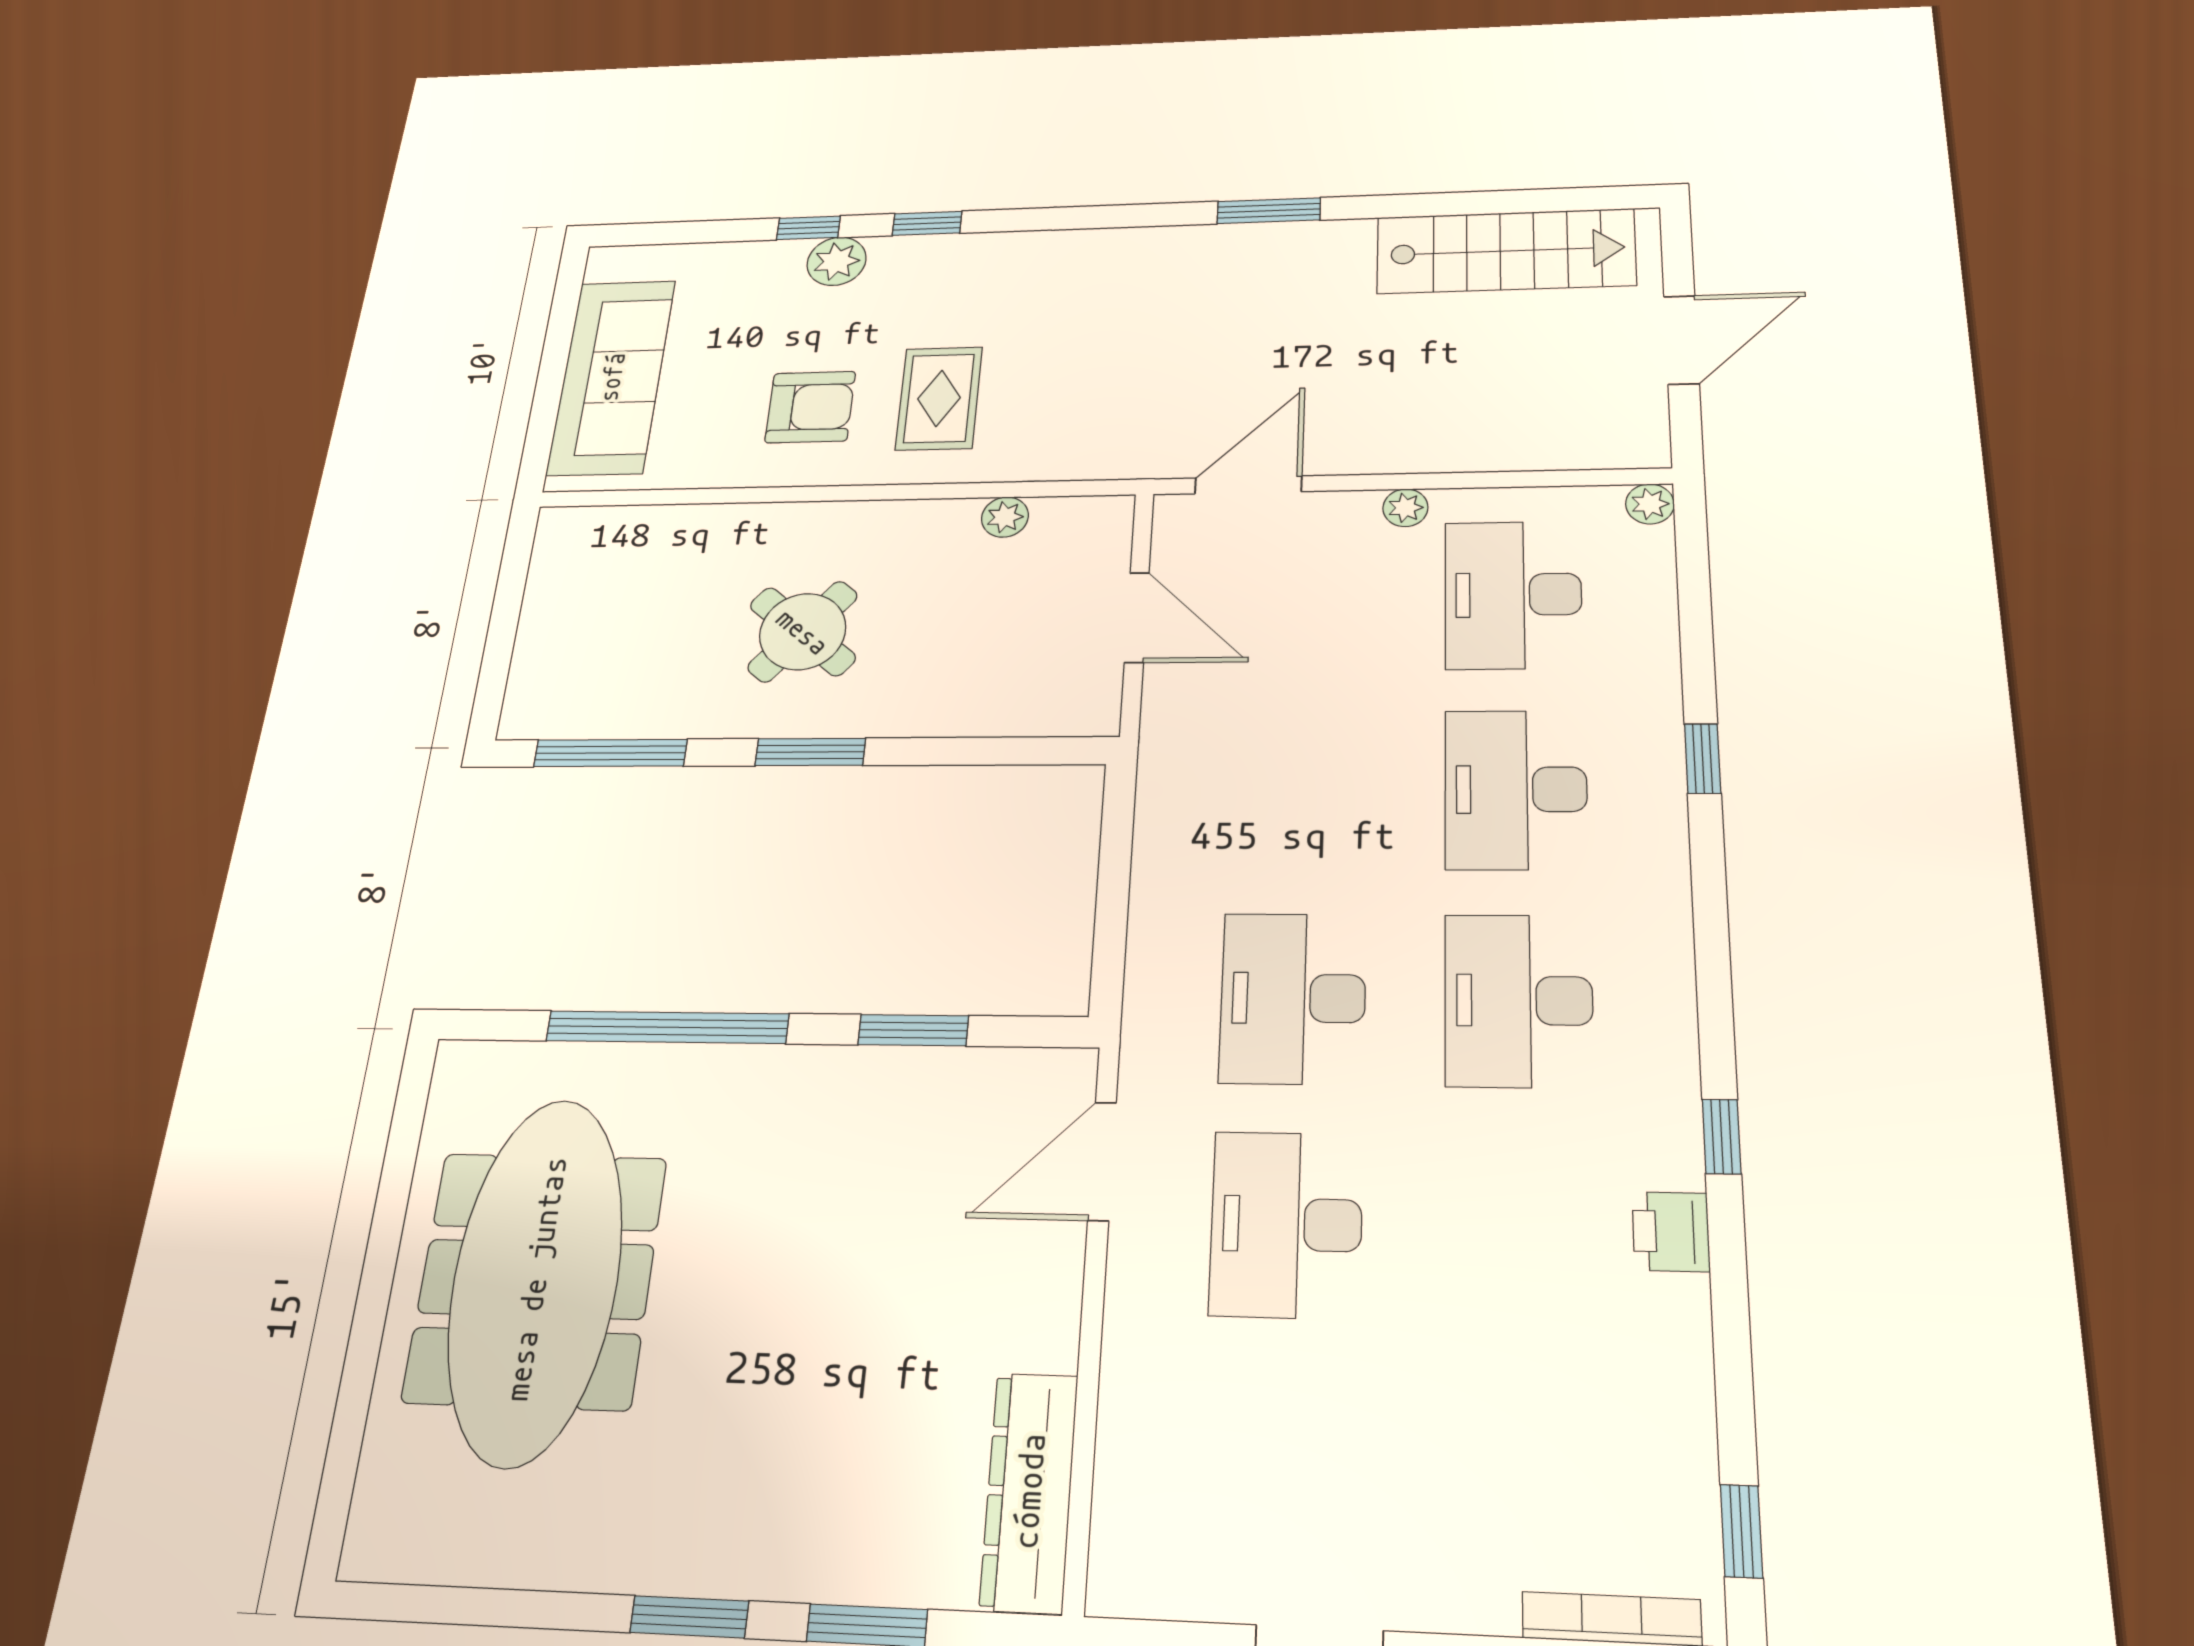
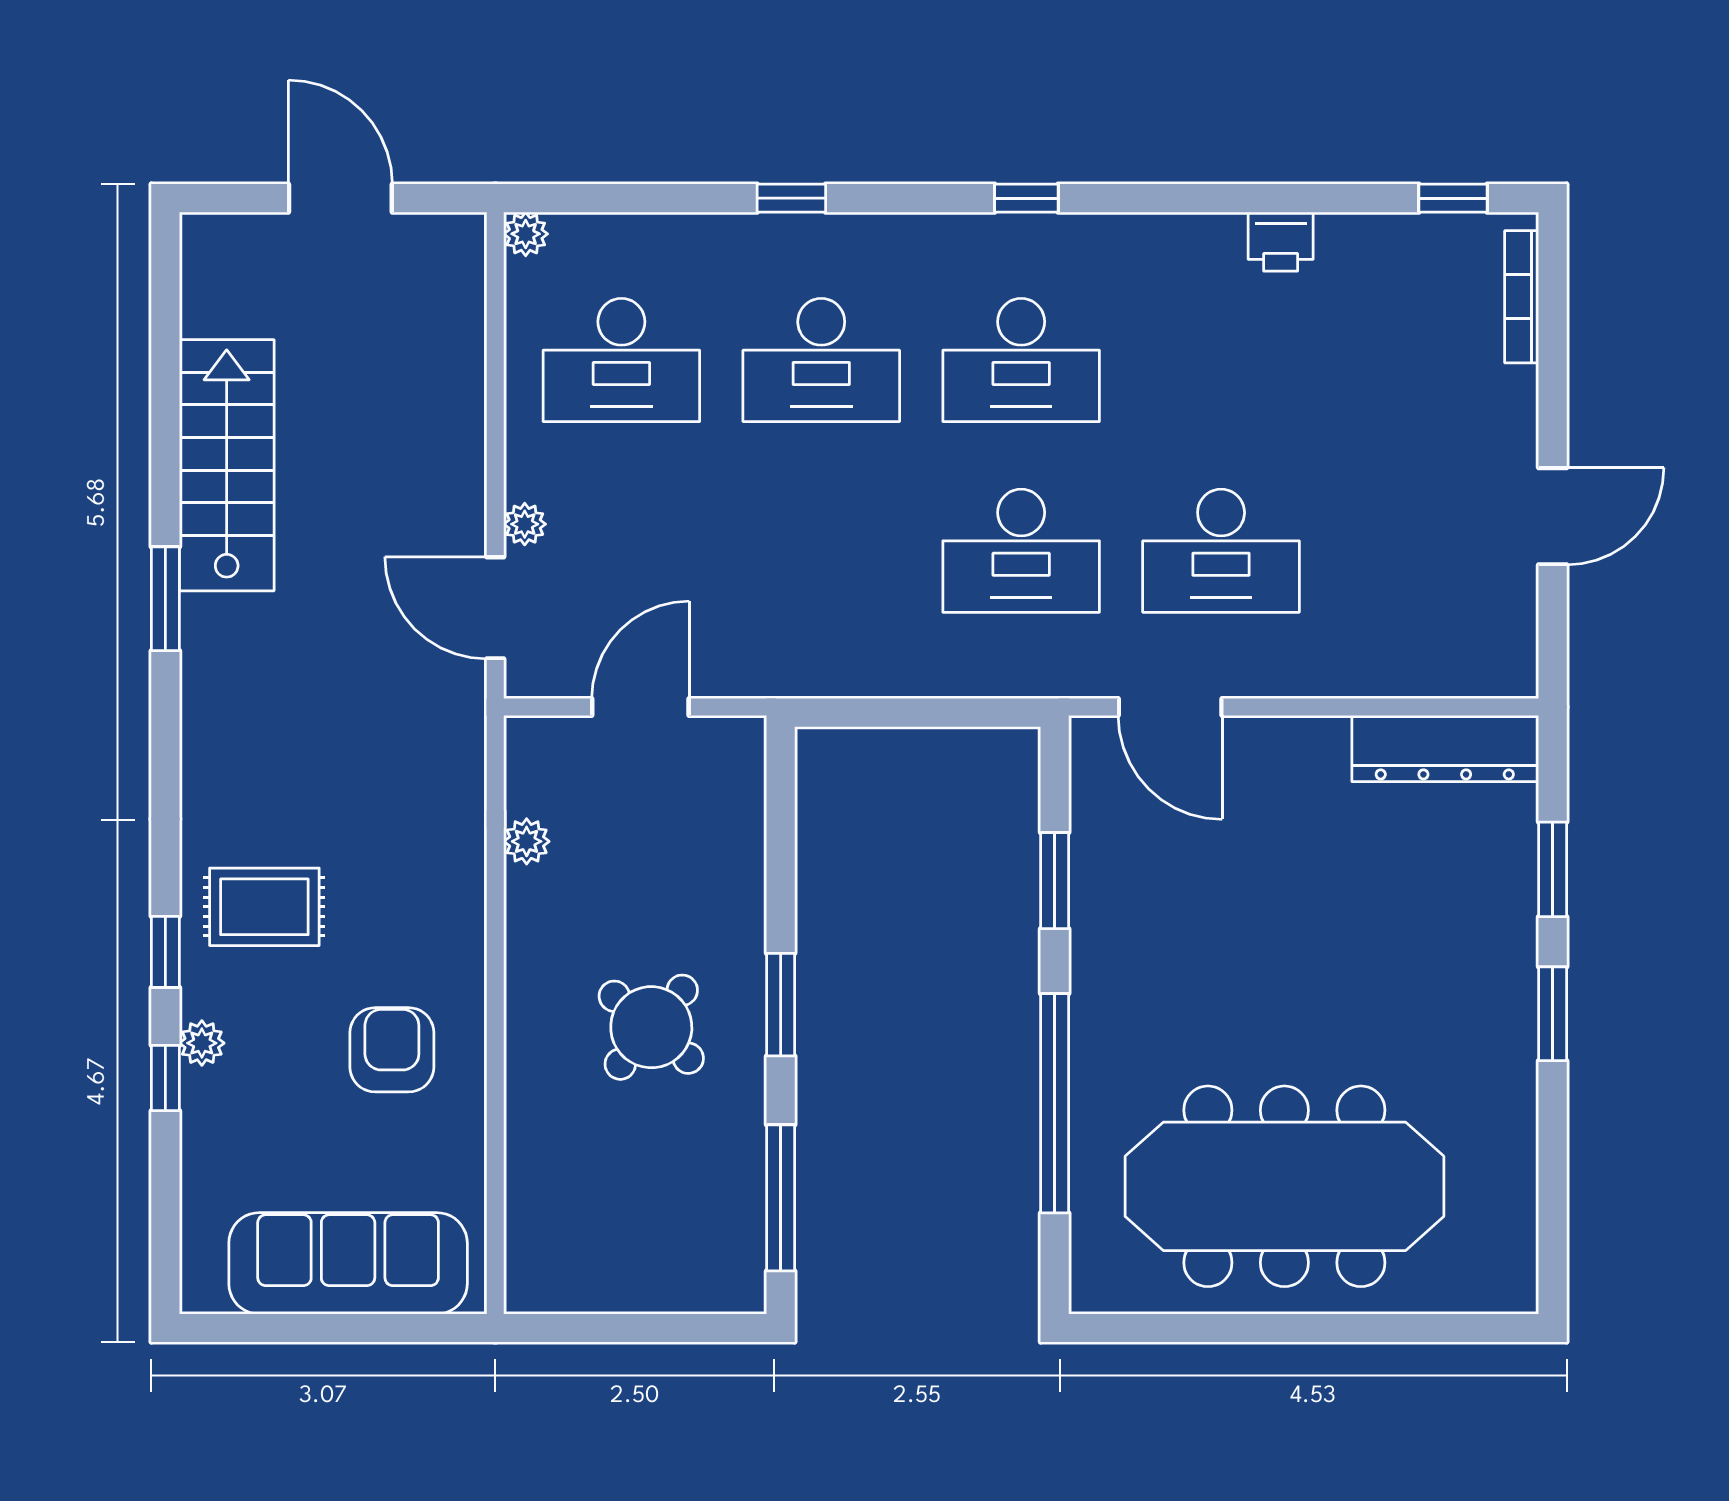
stairs: (1505, 251) -> (227, 465), moved
plant: (837, 261) -> (202, 1043), width x0.73, depth x0.73
rug: (939, 398) -> (264, 907), moved
plant: (1405, 508) -> (525, 524), moved
window: (1722, 1136) -> (1026, 198), moved
printer: (1671, 1232) -> (1281, 242), moved

